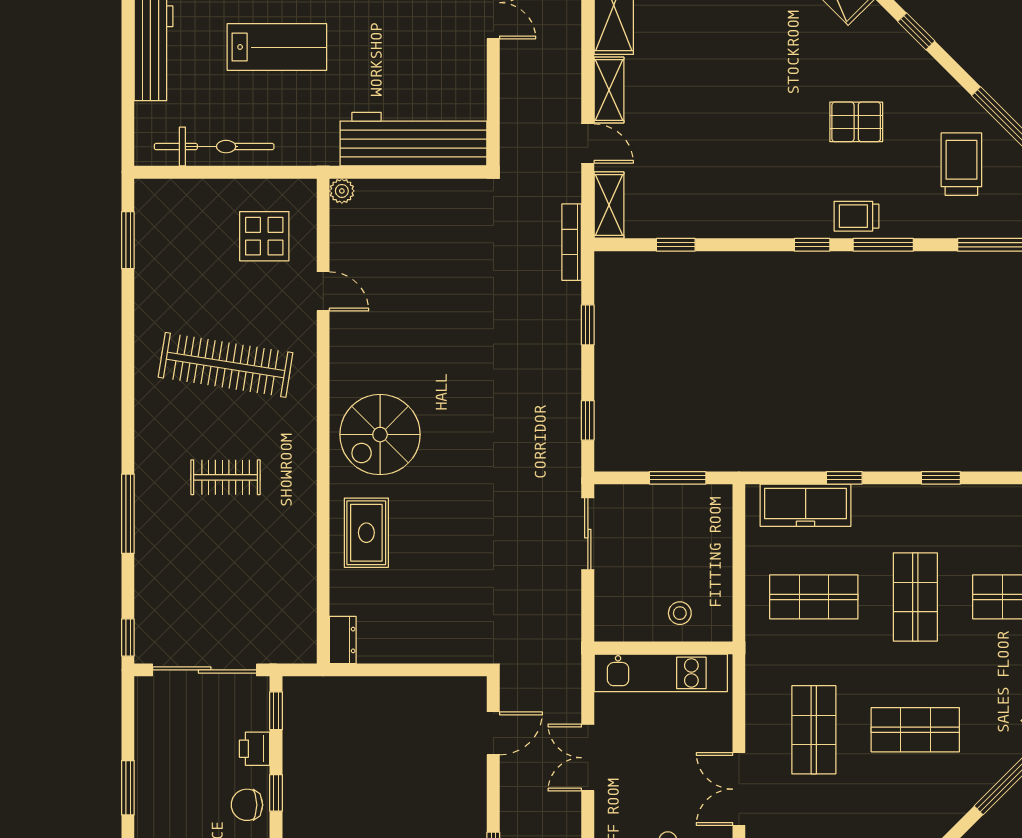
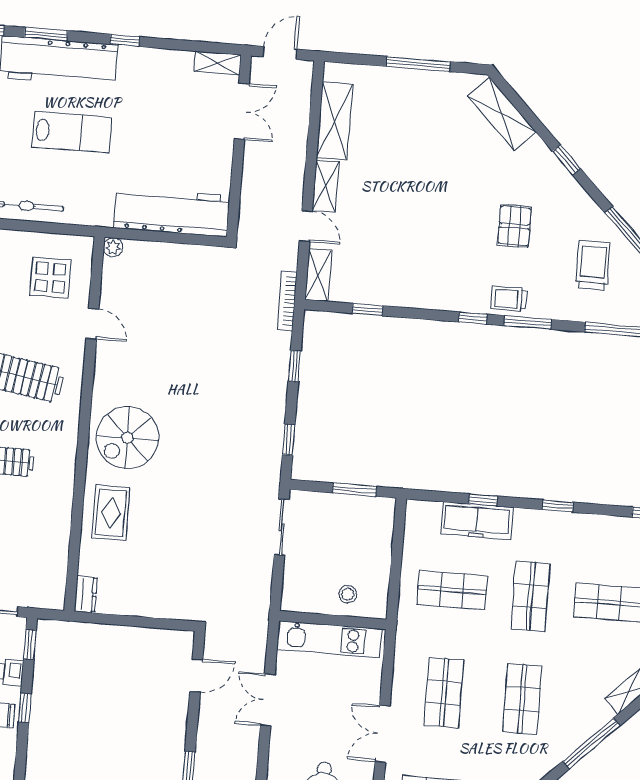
pallet: (856, 122) -> (514, 226), turned 90
freezer: (806, 505) -> (477, 521), moved
shop shelf: (915, 730) -> (522, 699), turned 90

